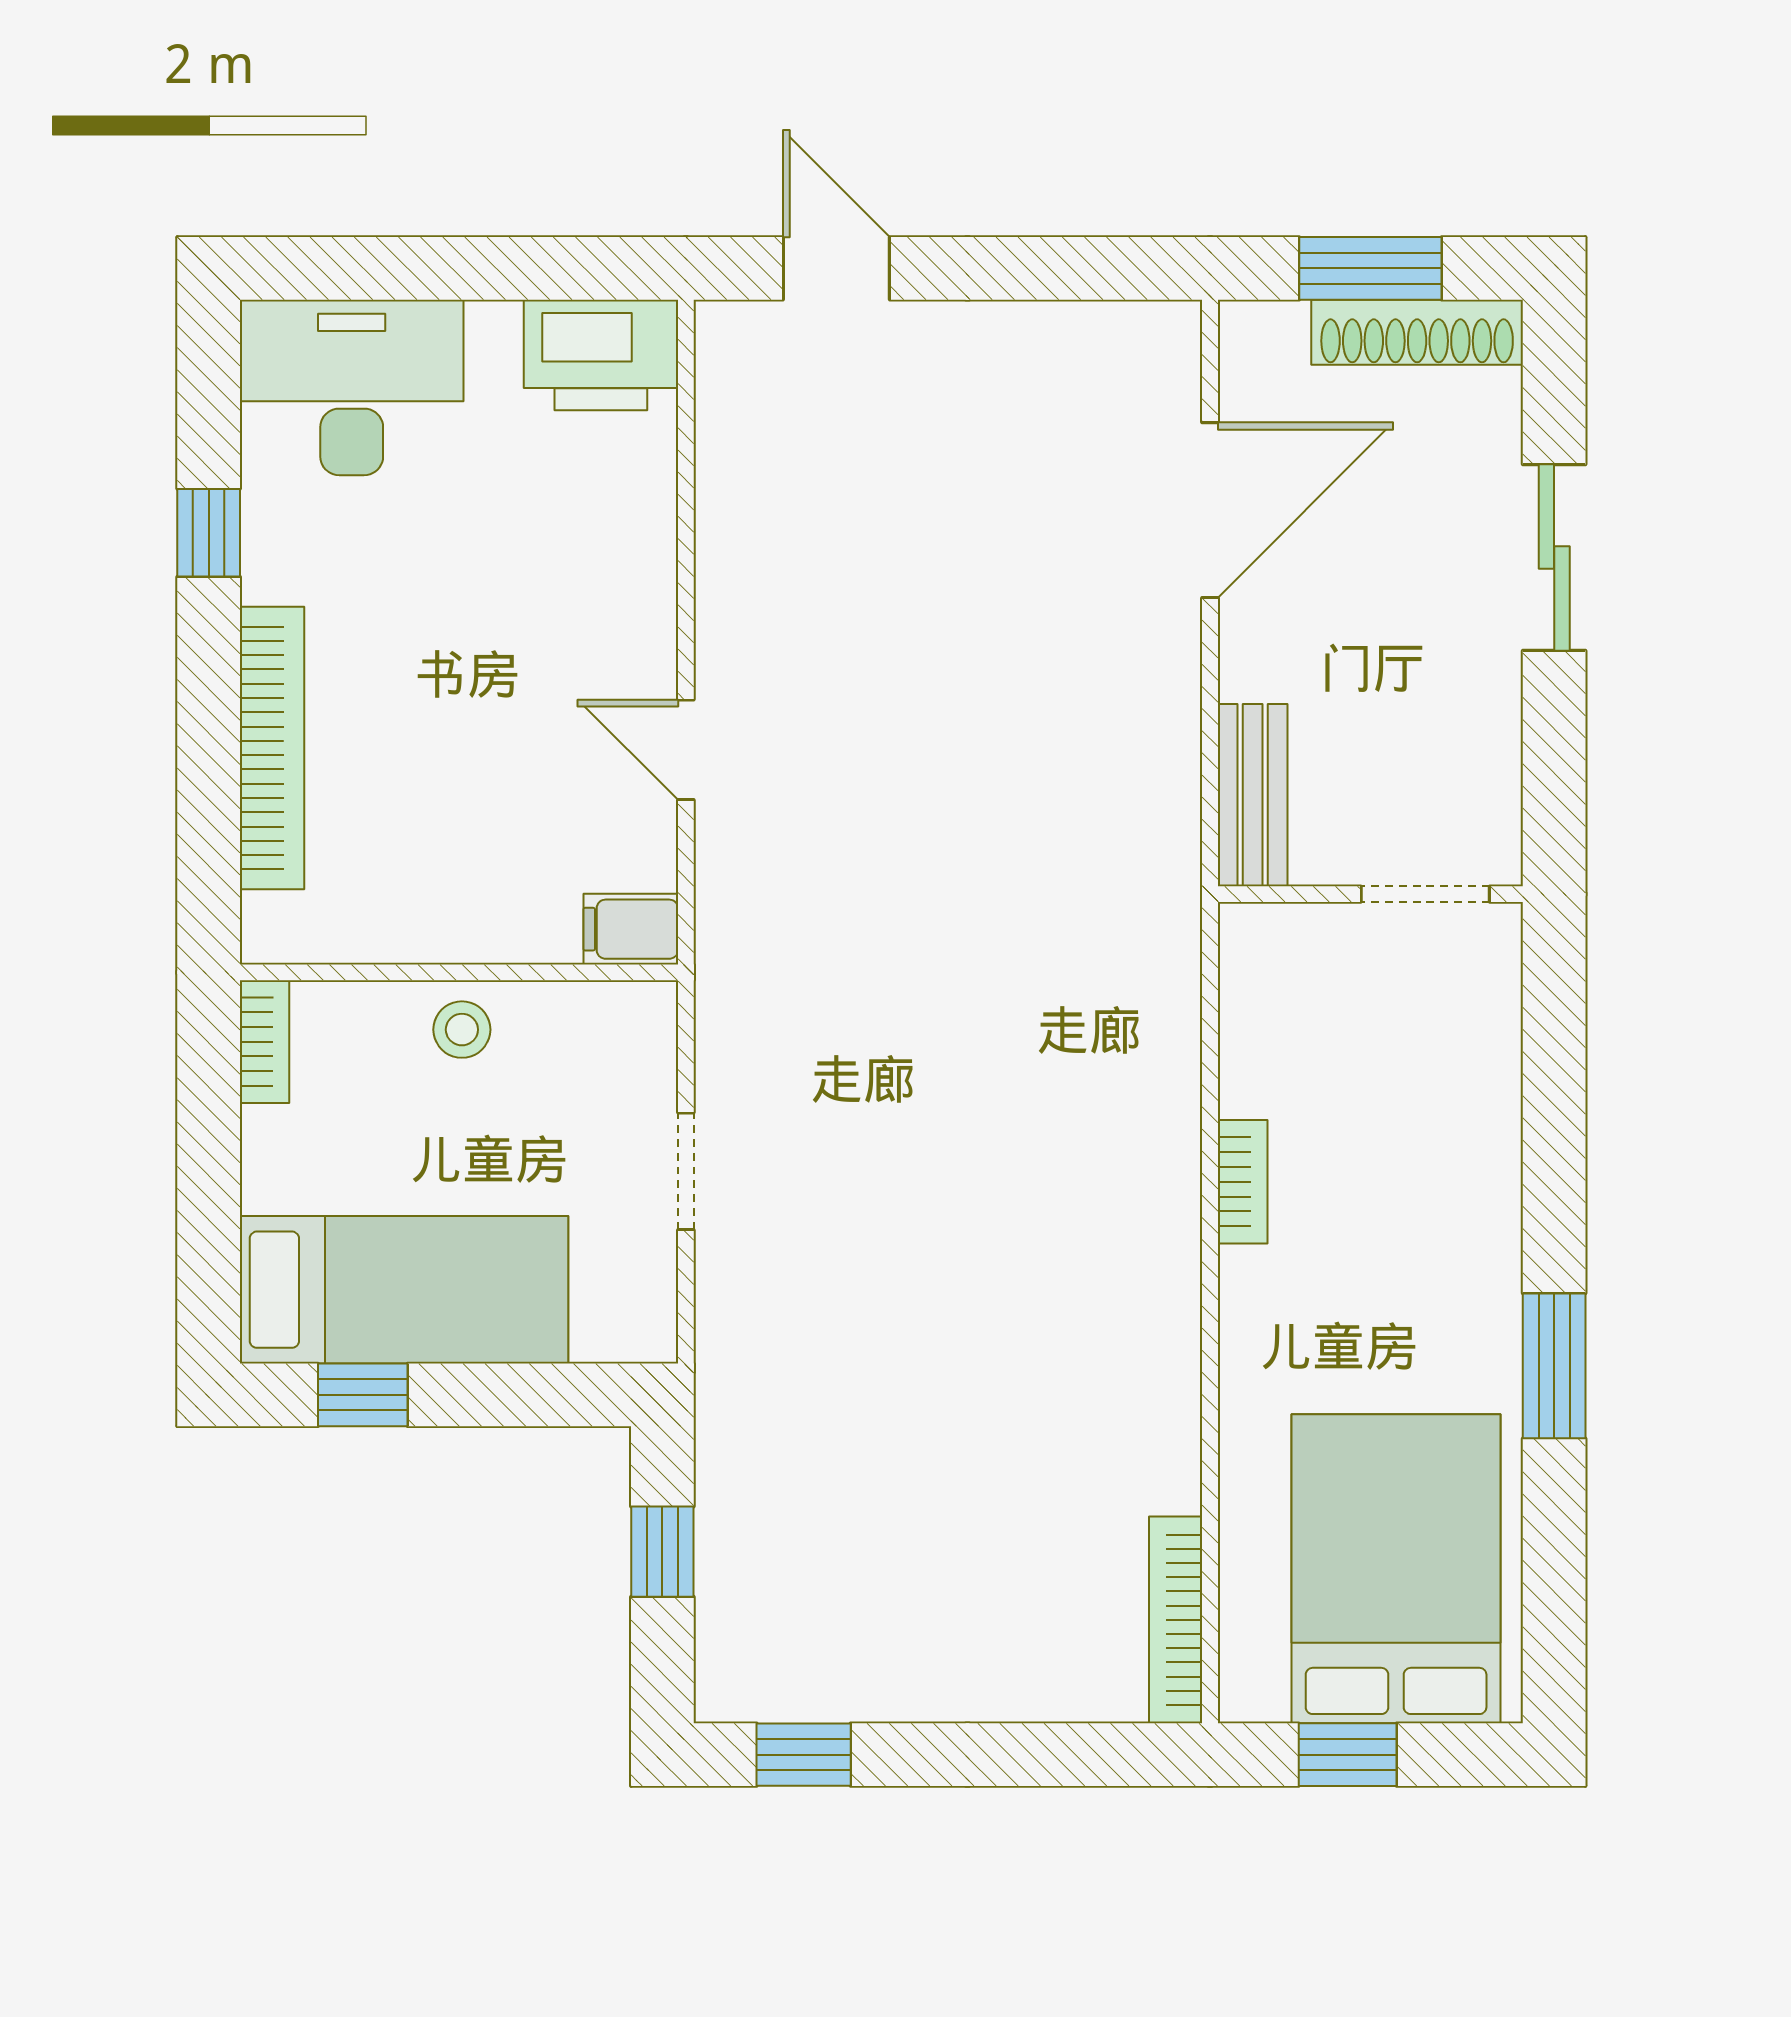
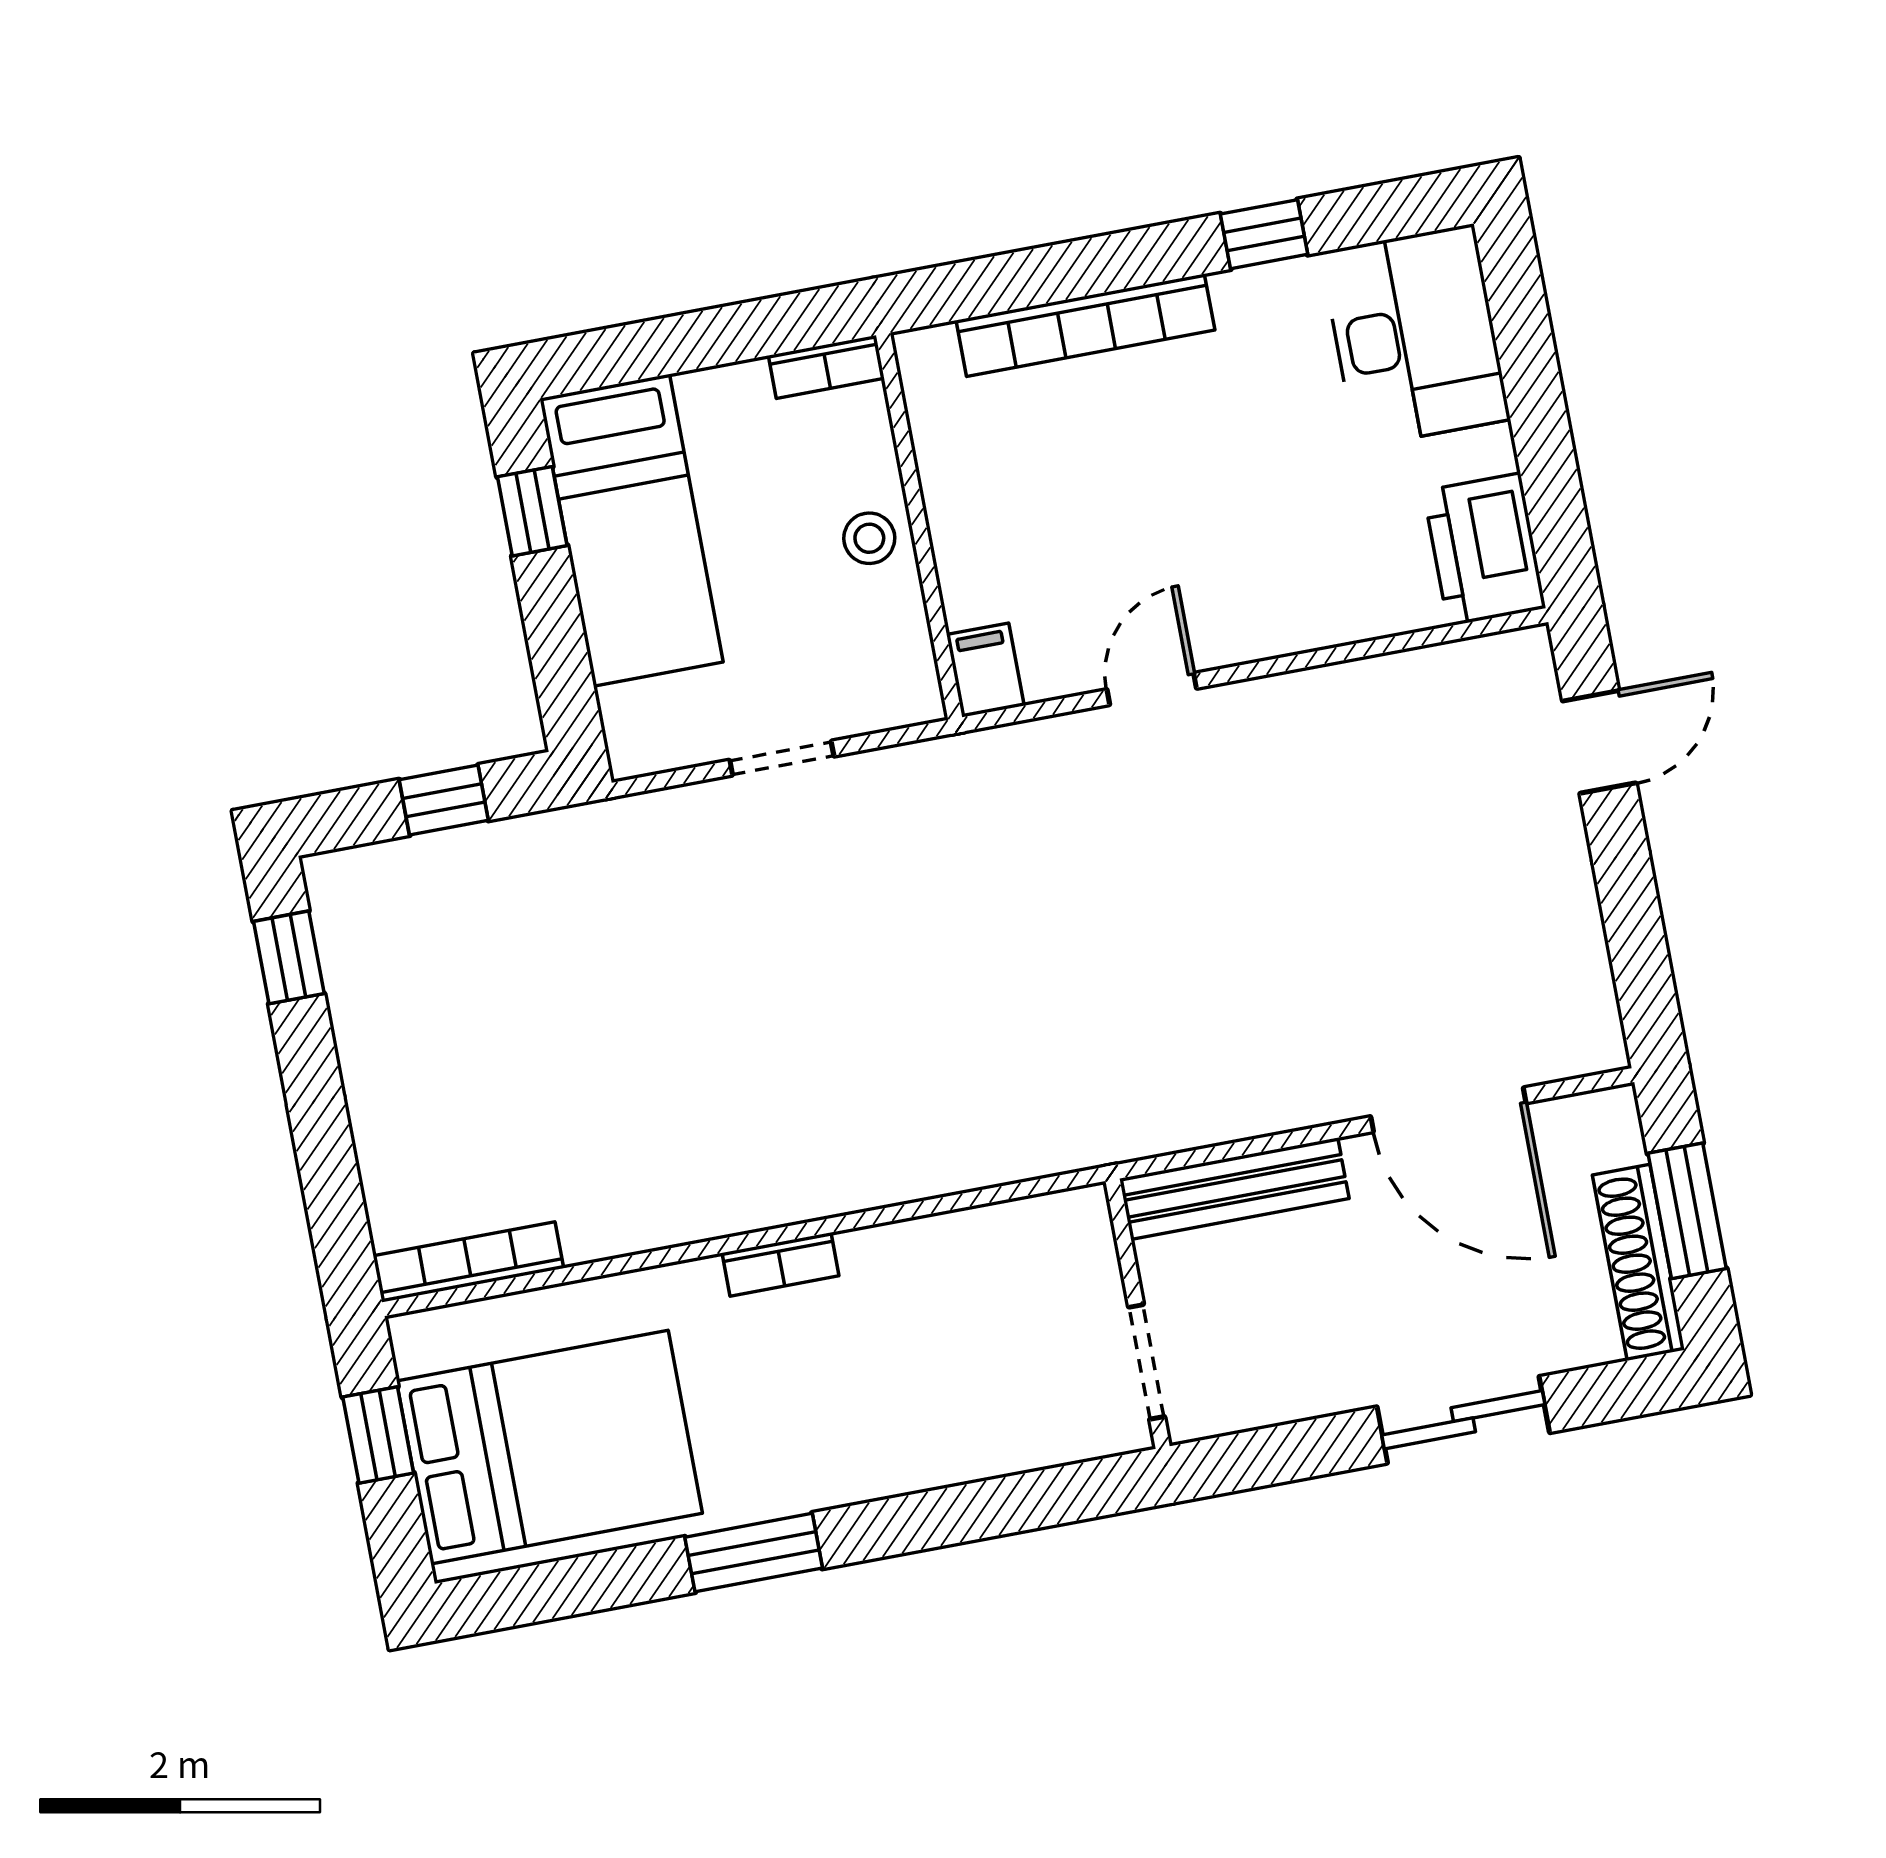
bench: (1253, 795) -> (1234, 1189), width x1.36
bookcase: (1243, 1182) -> (781, 1264), moved

